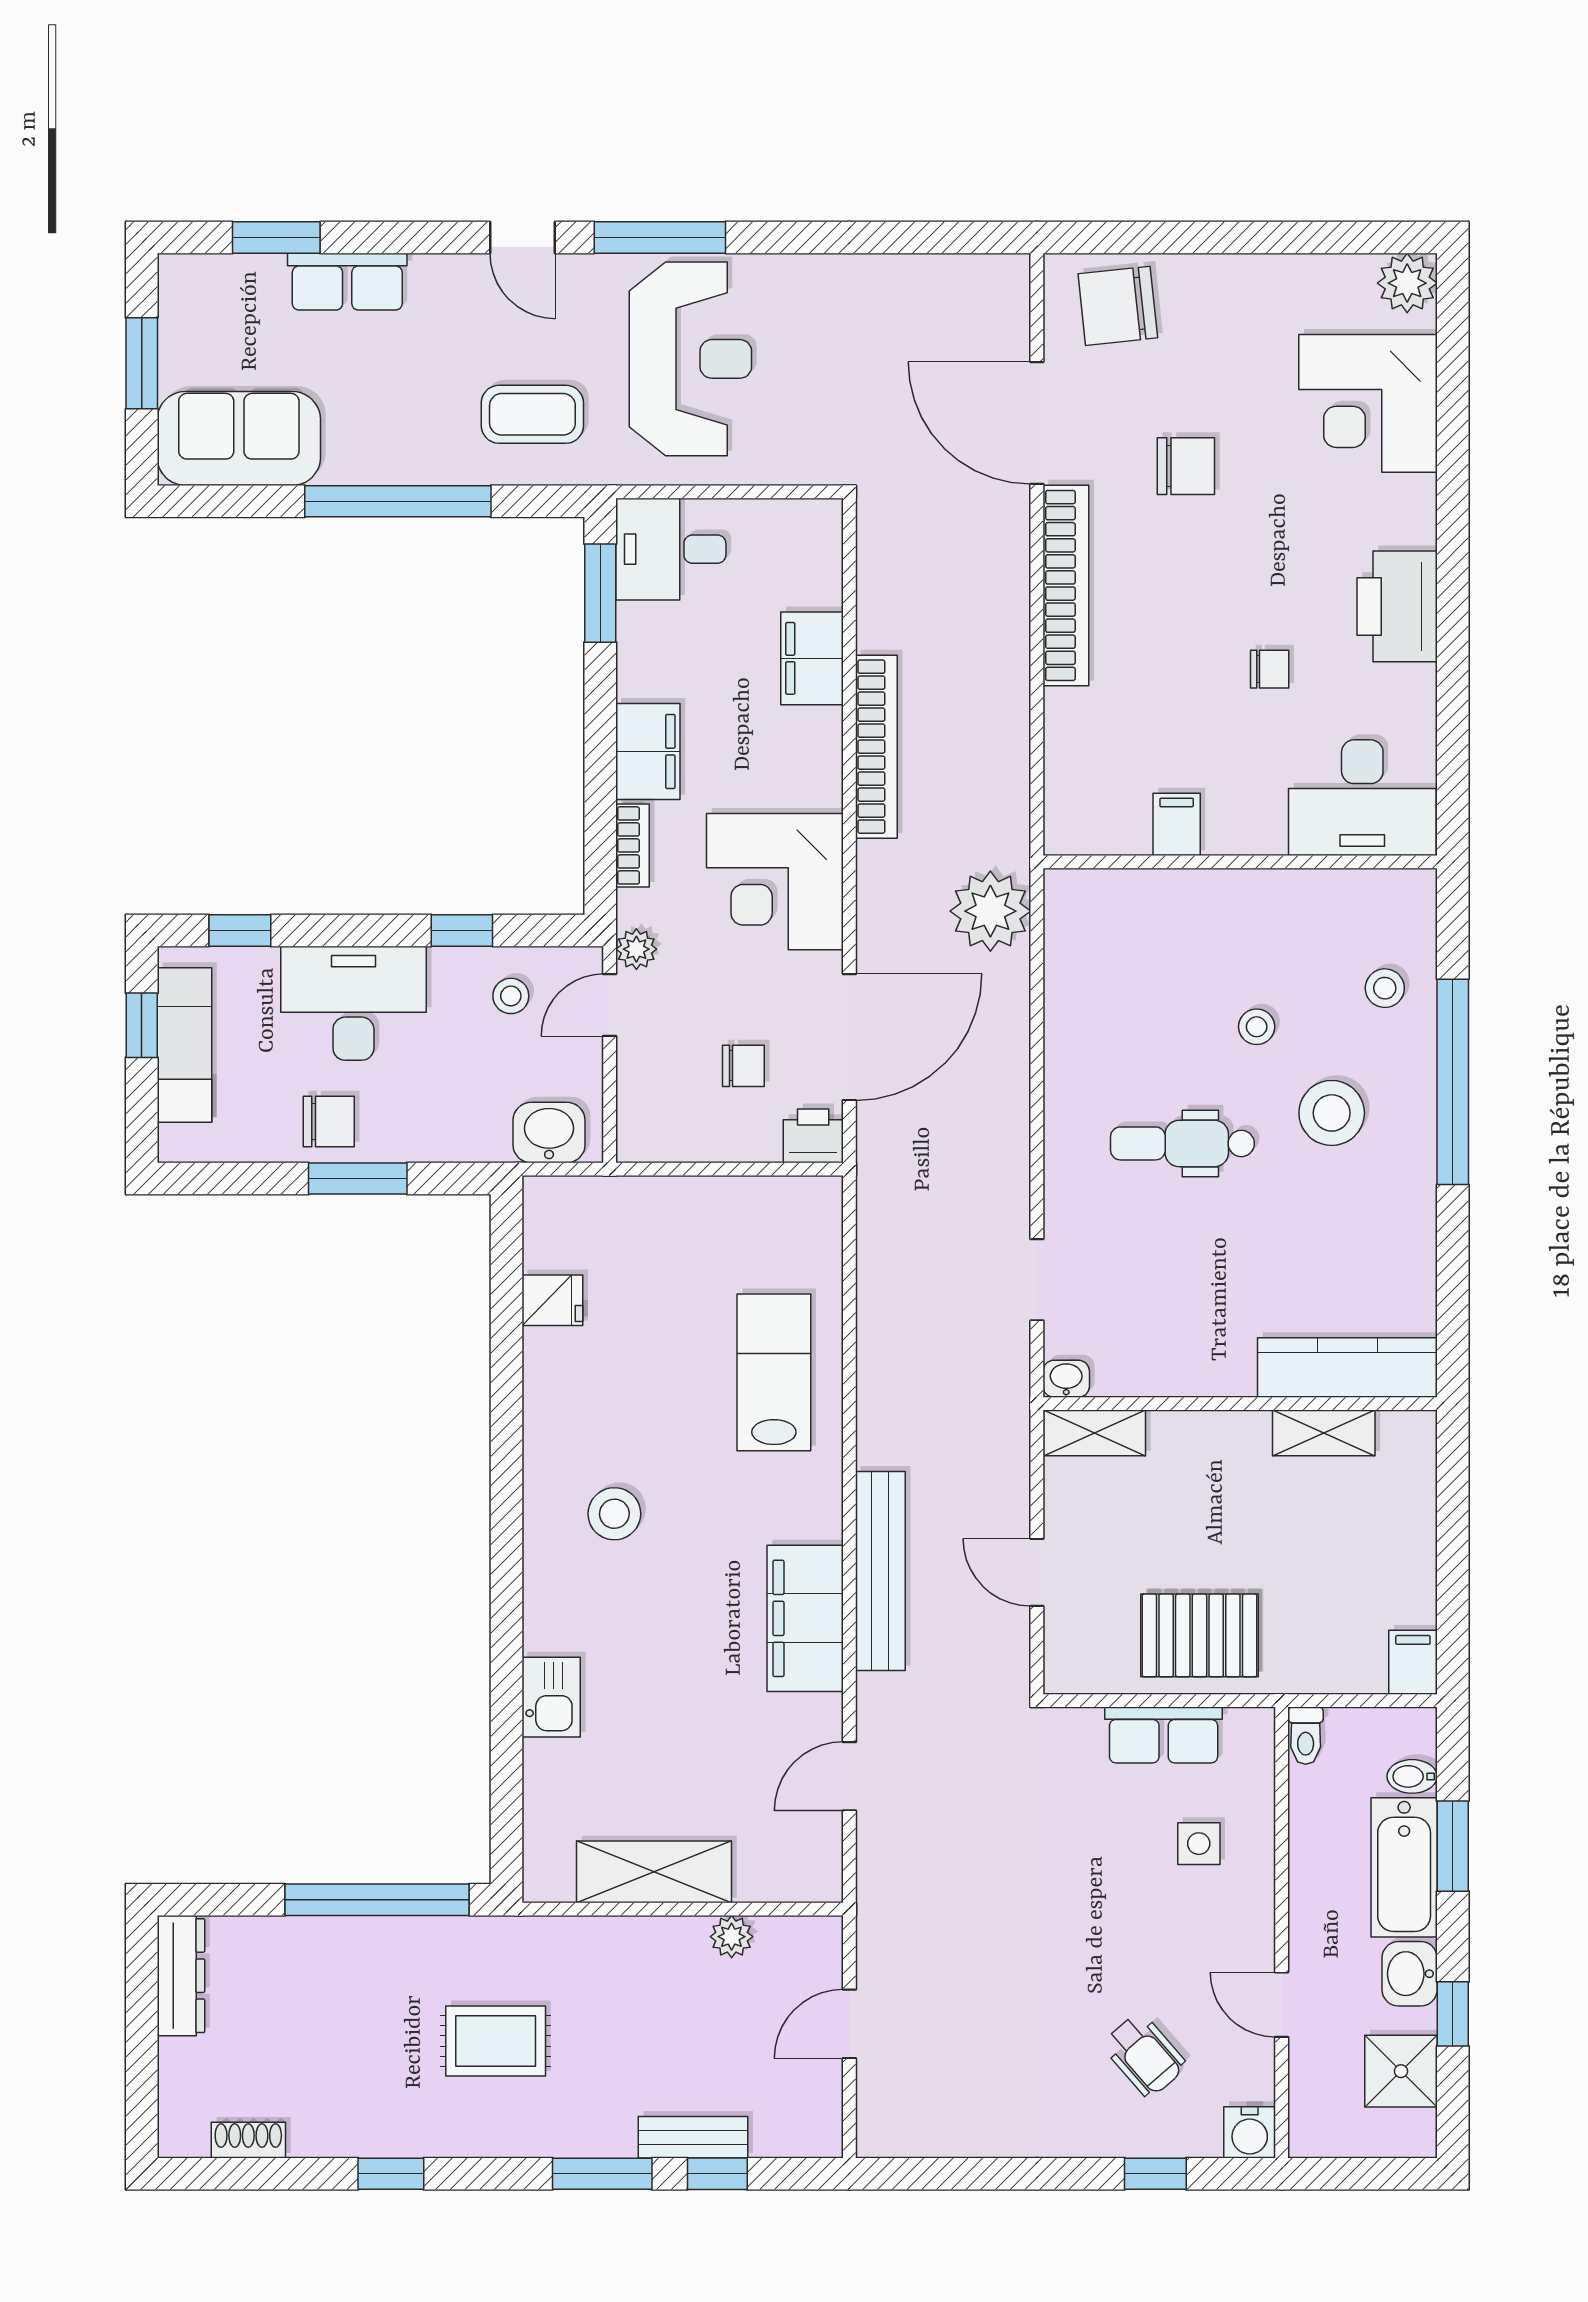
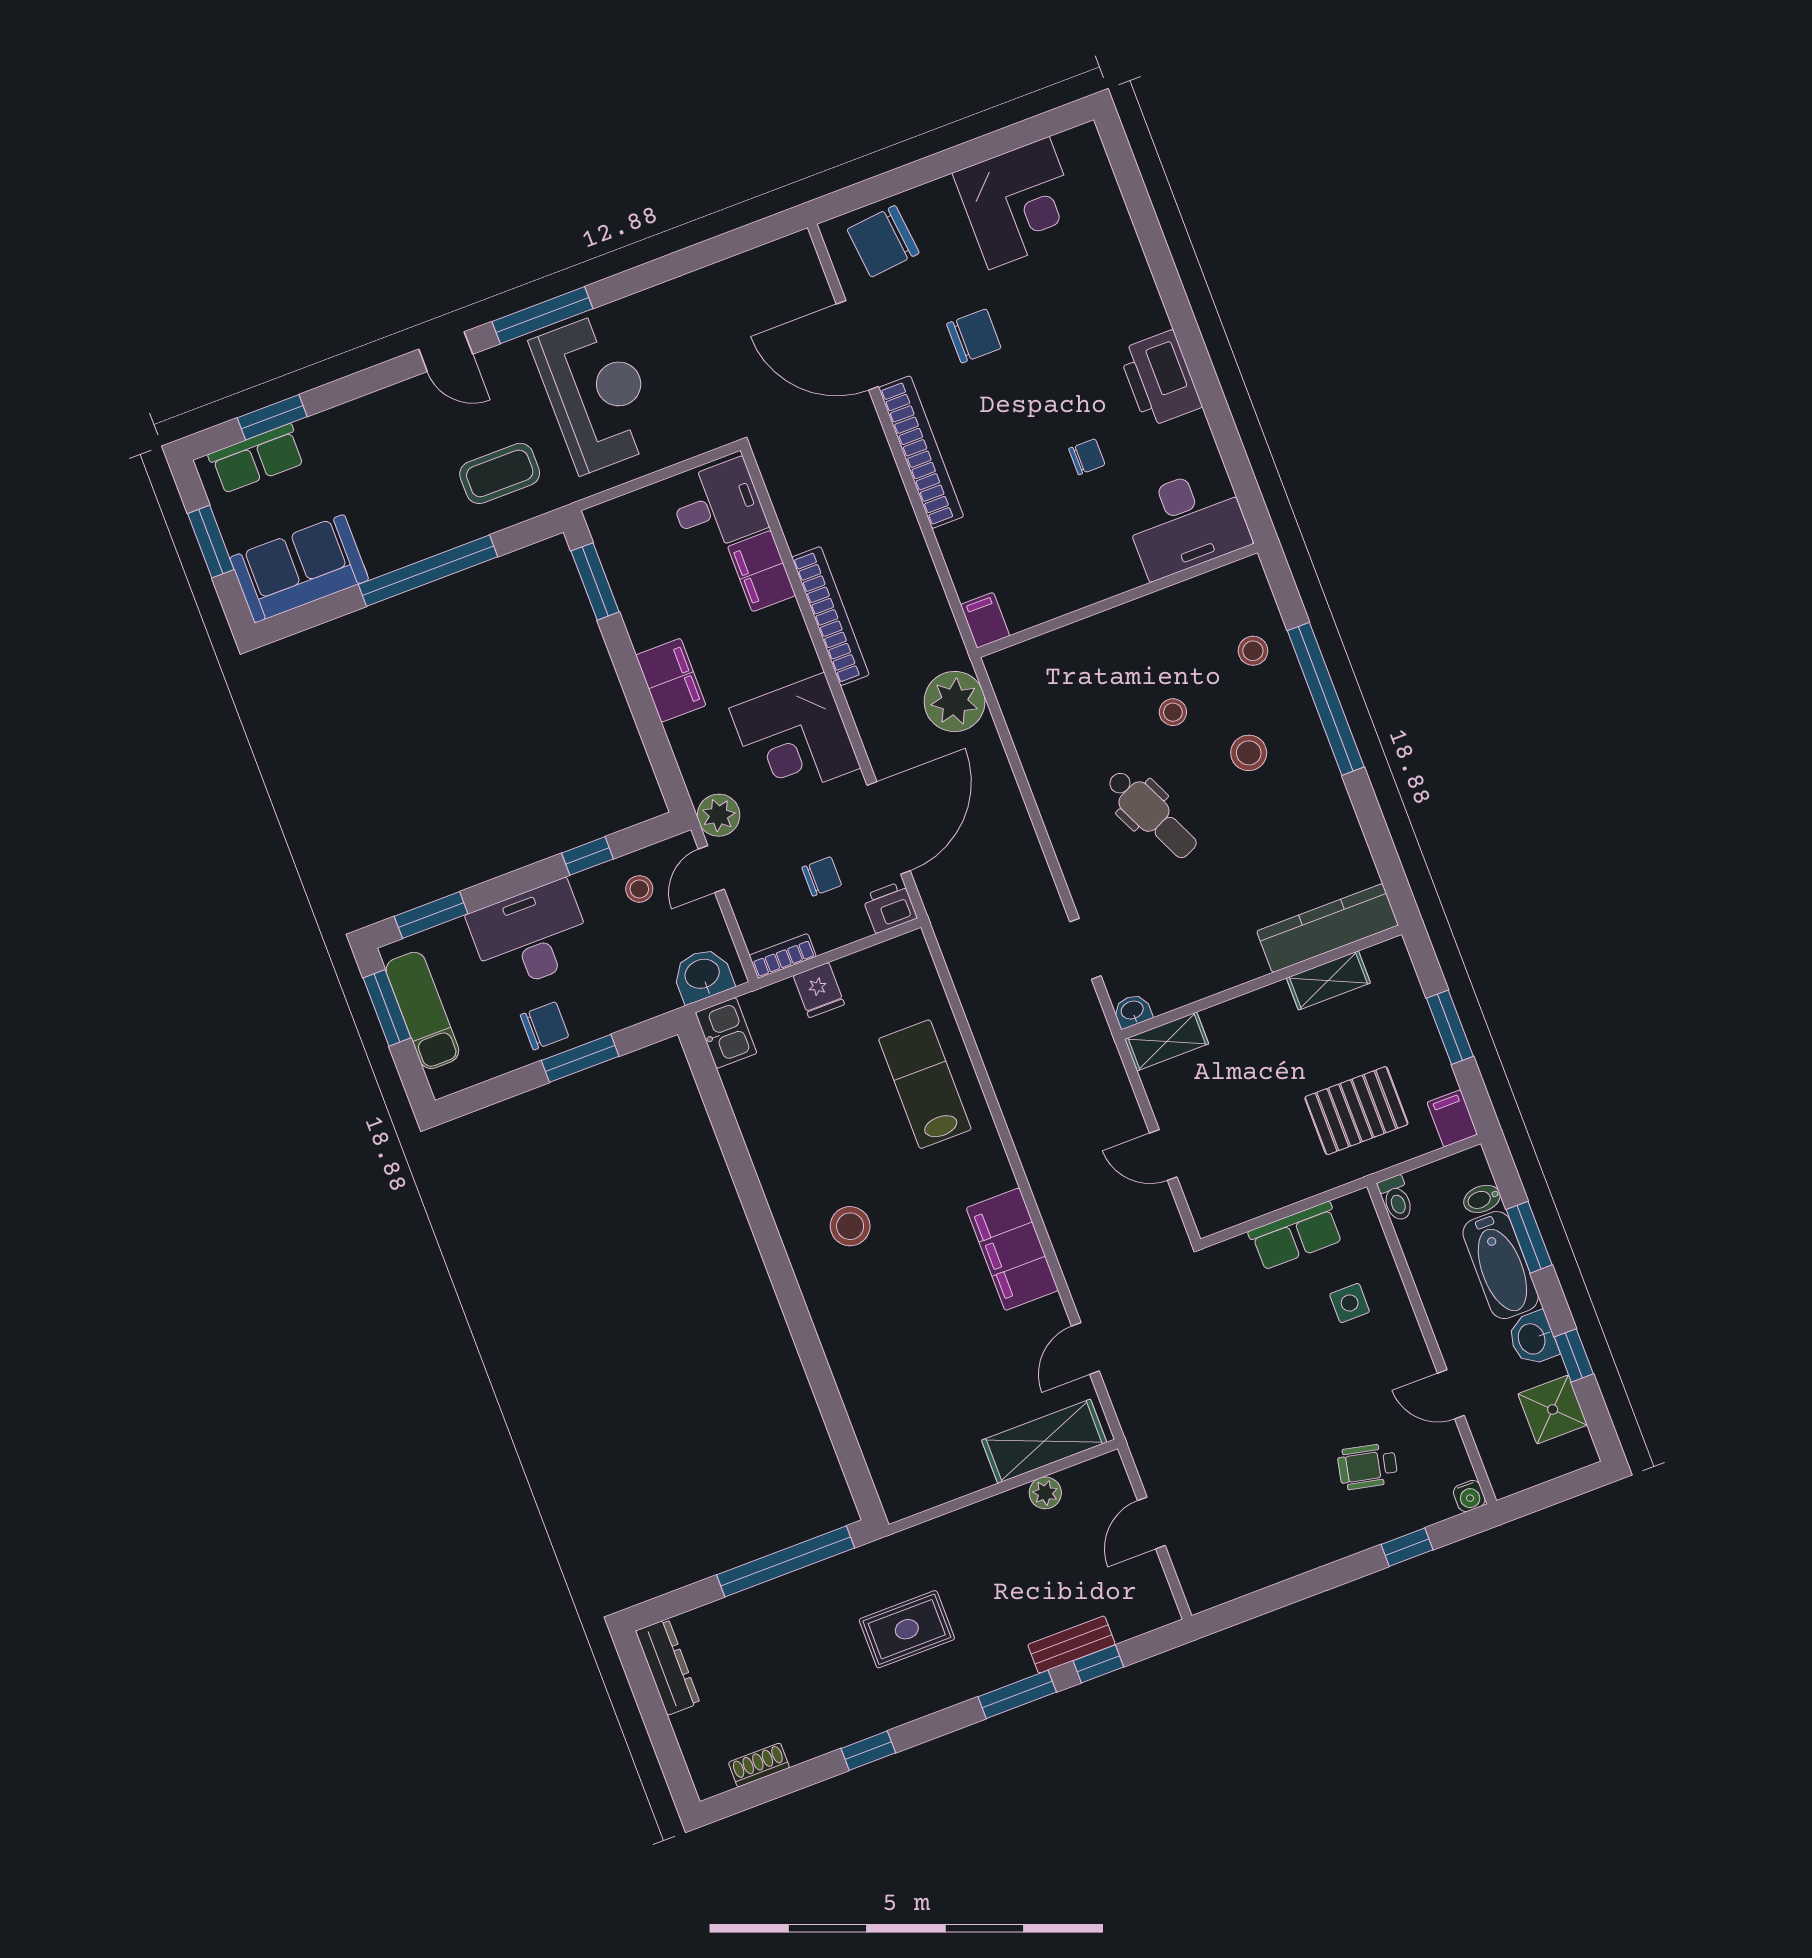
row of seats: (347, 282) -> (257, 459), moved
plant: (1407, 283) -> (1081, 148), removed
corner desk: (1368, 403) -> (1019, 203), moved, turned -90
desk: (671, 549) -> (718, 506), moved, turned 180
filing cabinet: (1177, 824) -> (985, 620), moved
bookcase: (633, 845) -> (783, 956), moved, turned -90
window: (240, 931) -> (431, 915), width x1.50
plant: (636, 949) -> (719, 815), width x1.38, depth x1.38
window: (142, 1025) -> (387, 1008), width x1.50
stool: (1332, 1113) -> (1249, 753), width x0.73, depth x0.73
dental chair: (1182, 1143) -> (1152, 814), turned -115
fridge: (552, 1300) -> (819, 990), moved, turned 90
window: (1453, 1548) -> (1450, 1027), added
bench: (880, 1571) -> (1053, 1196), removed
pallet: (1199, 1635) -> (1356, 1111), moved
kitchen sink: (551, 1697) -> (726, 1033), moved
shelving: (654, 1872) -> (1044, 1441), moved
wheelchair: (1144, 2055) -> (1368, 1466), turned 143
water cooler: (1250, 2132) -> (1469, 1496), width x0.72, depth x0.72

